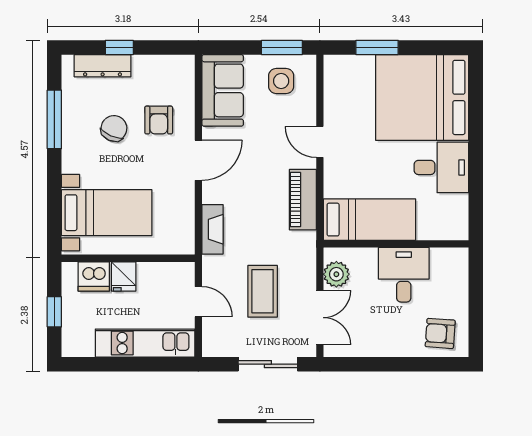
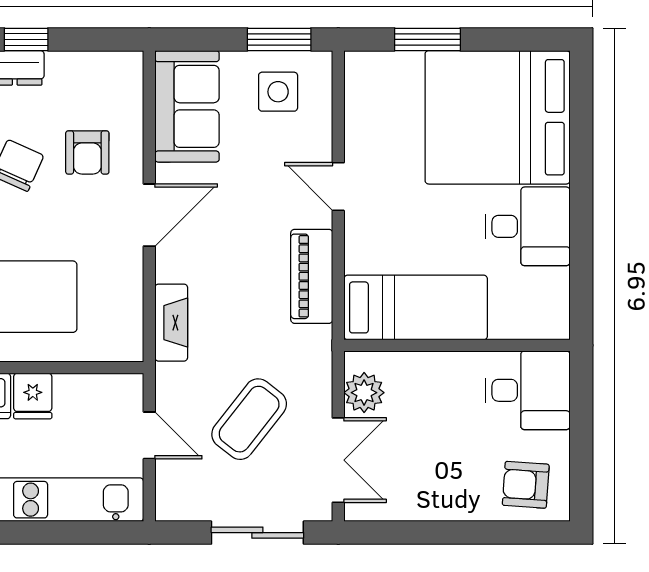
desk: (404, 275) -> (528, 390), moved, turned 90
coffee table: (263, 291) -> (249, 419), turned 38

